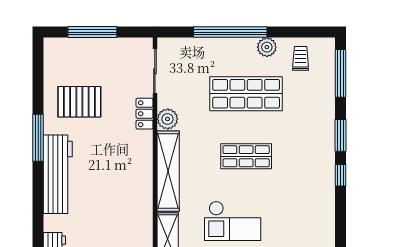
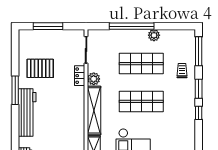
trolley: (301, 58) -> (182, 71), moved
shop shelf: (246, 156) -> (141, 101), width x1.43, depth x1.36

